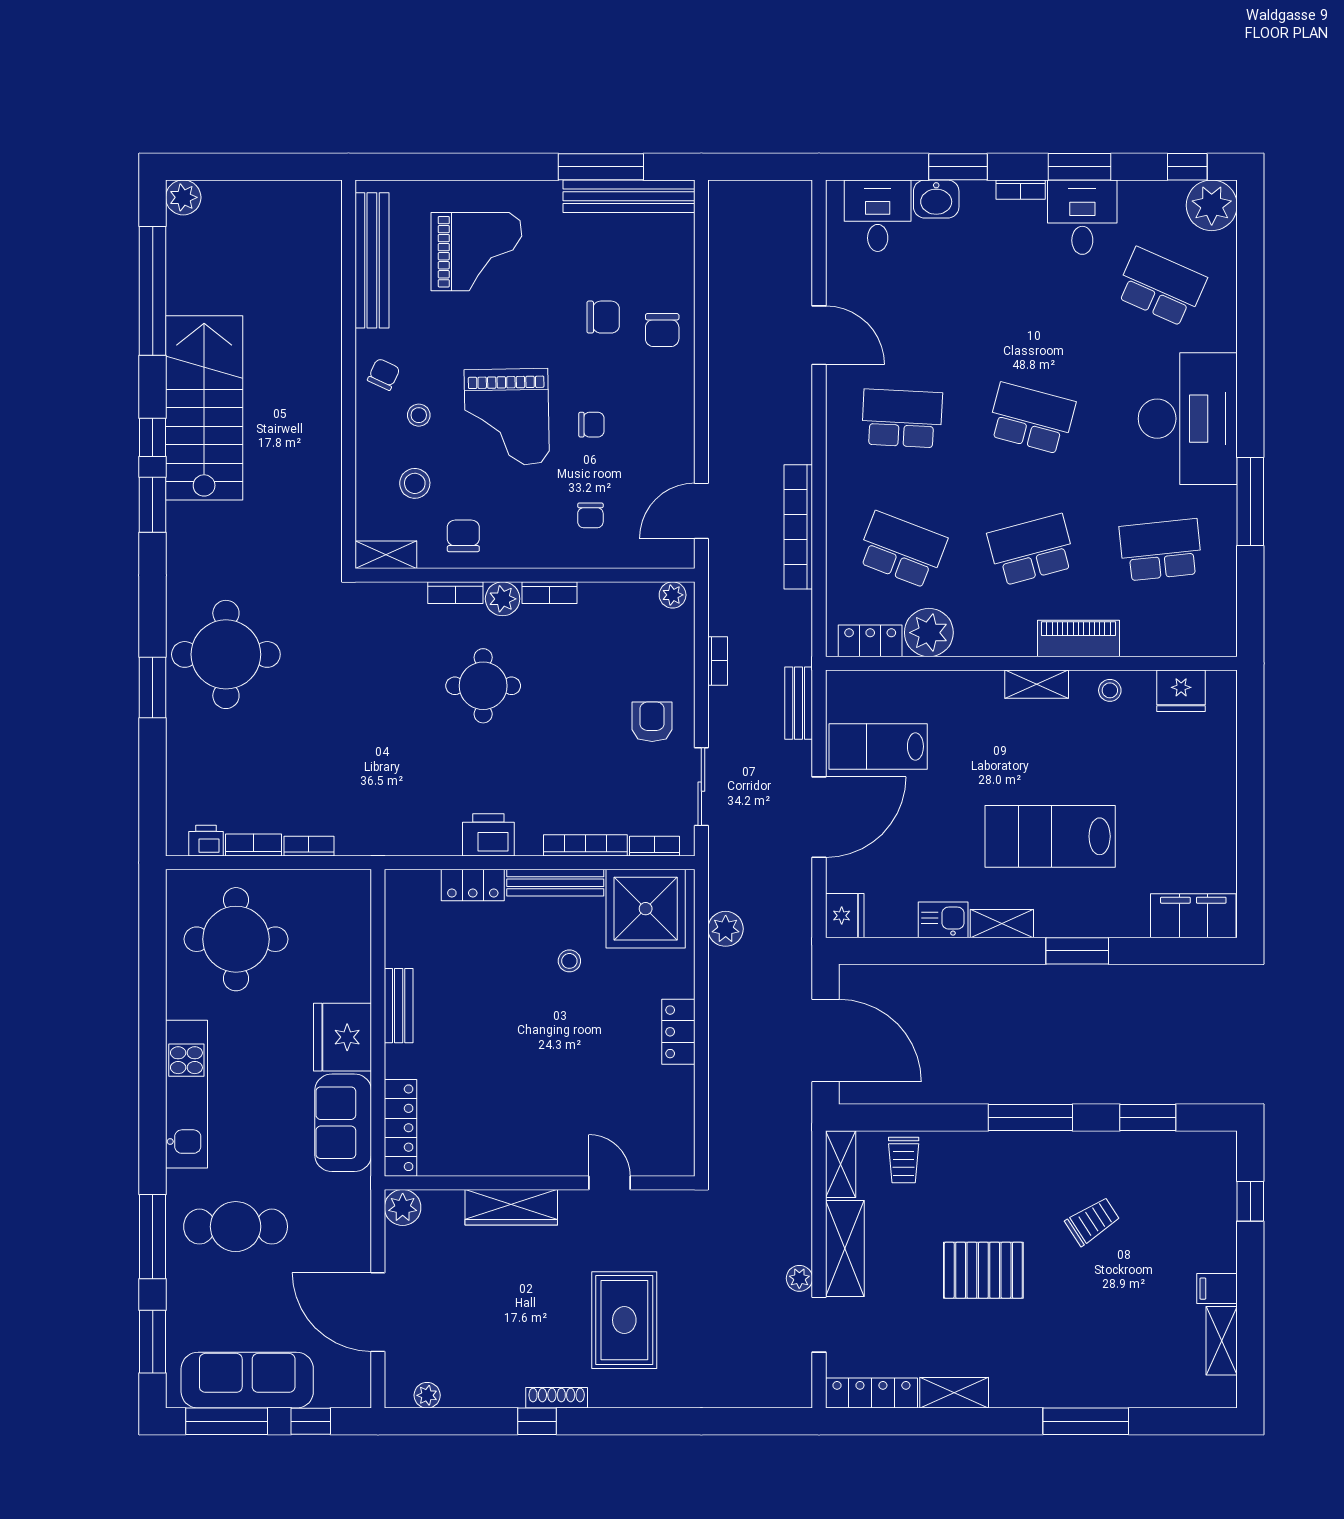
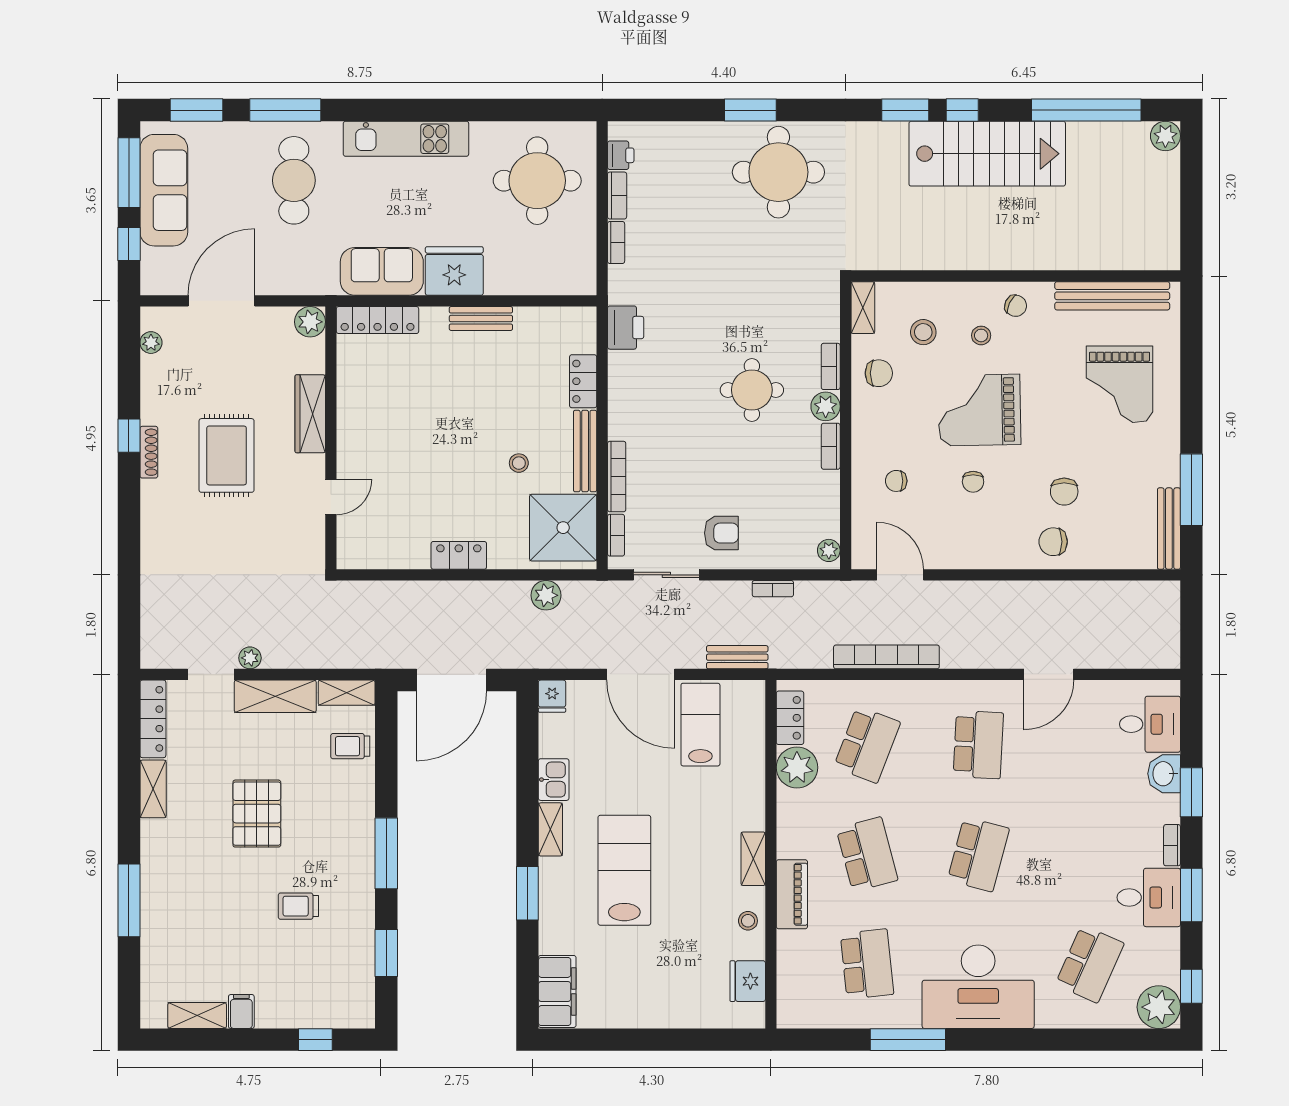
bench: (629, 196) -> (1169, 529), width x0.73, depth x0.82
printer: (488, 835) -> (626, 328), moved
fridge: (845, 916) -> (552, 696), width x0.72
trolley: (1093, 1221) -> (298, 906), turned 123
rug: (624, 1320) -> (227, 455), moved, turned 90

